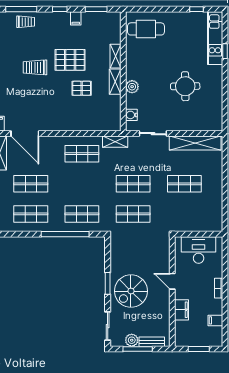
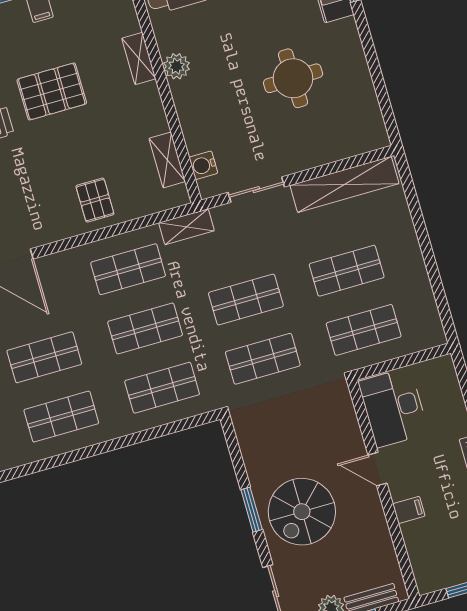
shelving: (115, 82) -> (167, 160), moved
plant: (132, 87) -> (177, 66), moved
pallet: (82, 88) -> (95, 200), moved, turned 90
shop shelf: (82, 184) -> (145, 328), added
shop shelf: (184, 214) -> (364, 330), added
window: (65, 234) -> (140, 437), removed
desk: (199, 250) -> (393, 407), moved, turned -90
filing cabinet: (181, 310) -> (409, 510), width x0.50

